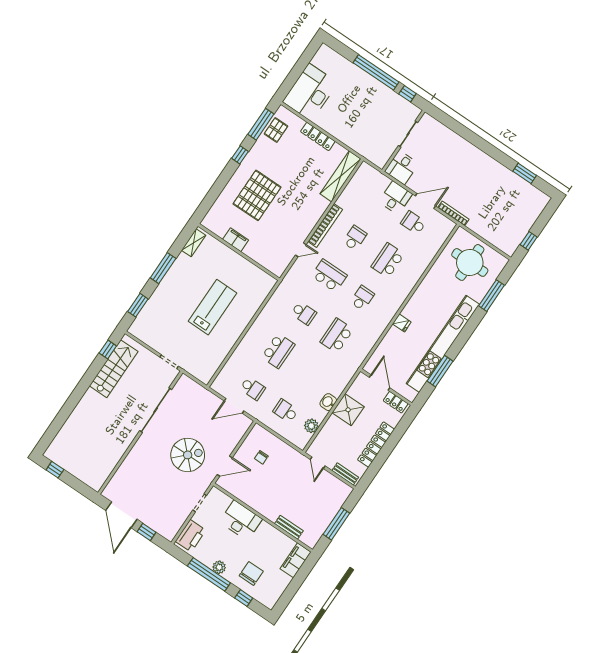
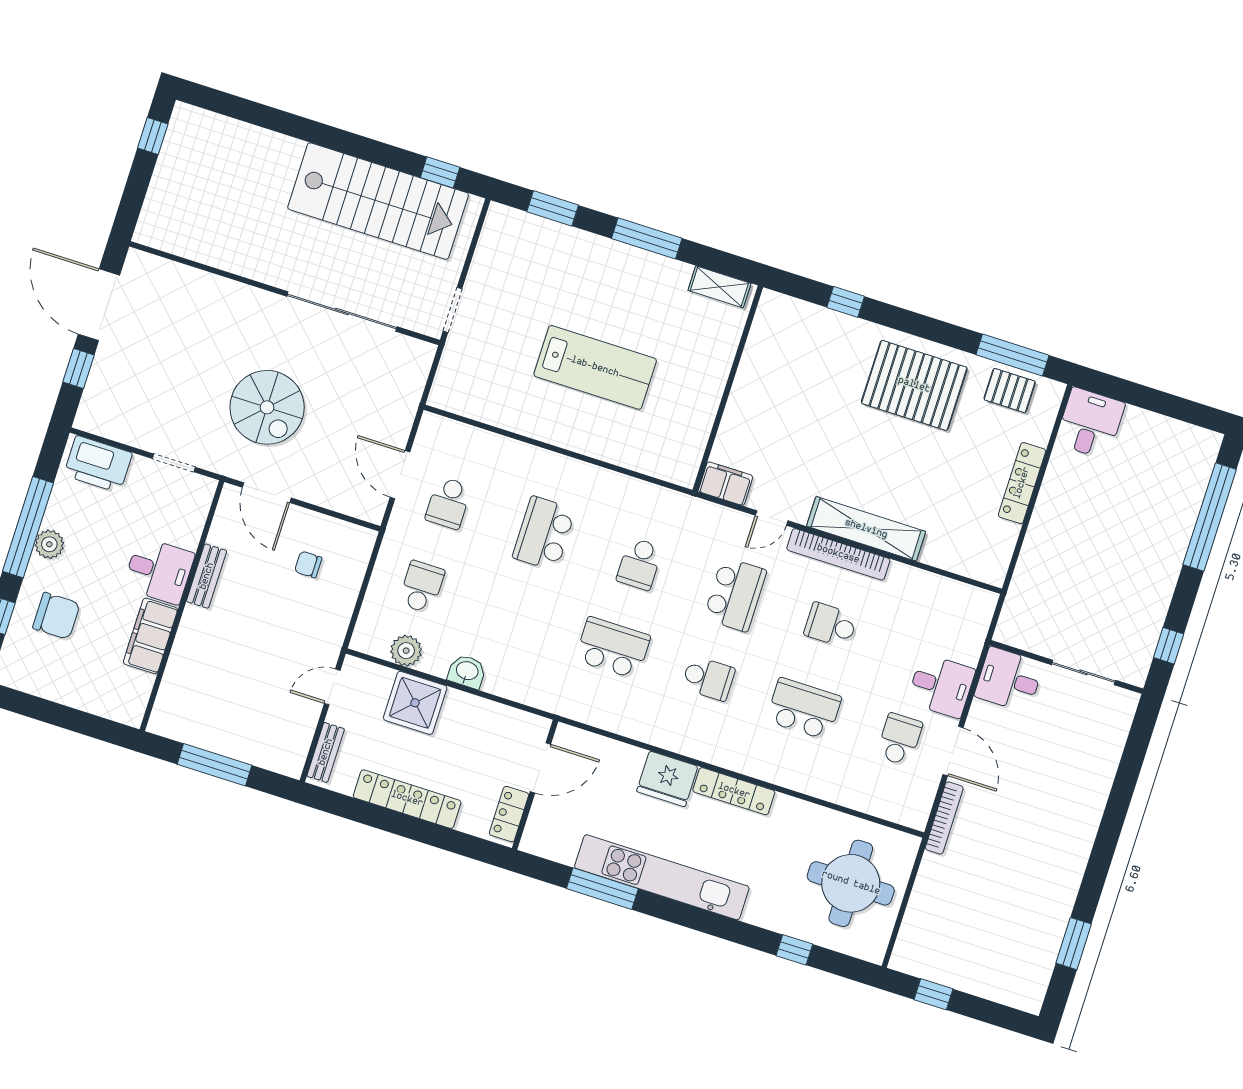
window: (376, 72) -> (1210, 517), moved
desk: (310, 92) -> (1090, 423), width x0.53, depth x0.77
window: (240, 155) -> (846, 302), moved
shelving: (341, 176) -> (866, 529), moved
pallet: (257, 195) -> (914, 385), moved
school desk: (355, 238) -> (831, 625), turned 180
filing cabinet: (236, 240) -> (726, 484), moved, turned -90
door: (301, 250) -> (772, 518), hinge flipped
window: (491, 296) -> (794, 950), width x0.46
locker: (415, 301) -> (734, 791), added
fridge: (402, 323) -> (667, 779), width x1.88, depth x1.34
kitchen unit: (443, 344) -> (662, 877), width x0.73
school desk: (278, 351) -> (544, 533), turned 90
stairs: (114, 369) -> (378, 201), width x1.36, depth x1.51
shower: (348, 410) -> (415, 703), moved
door: (121, 515) -> (99, 305), hinge flipped
desk: (241, 520) -> (159, 571), width x0.73
bench: (289, 527) -> (207, 576), moved
filing cabinet: (296, 560) -> (150, 636), moved, turned -90

